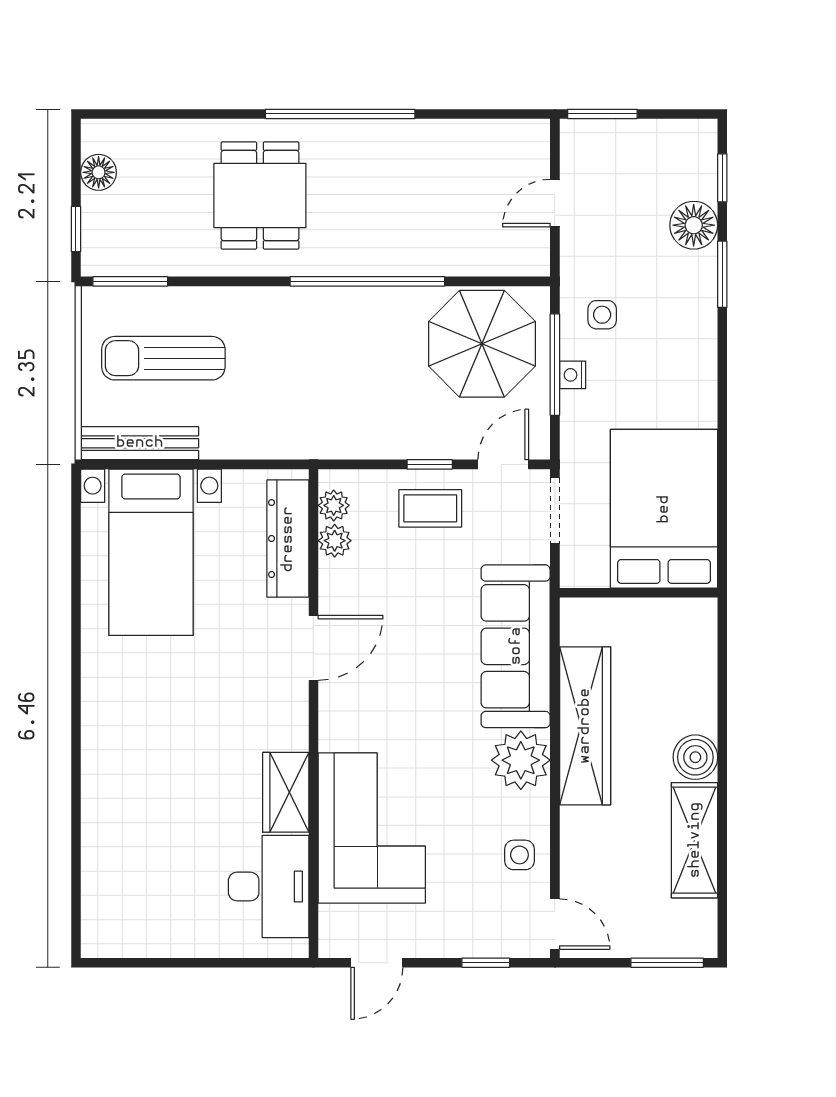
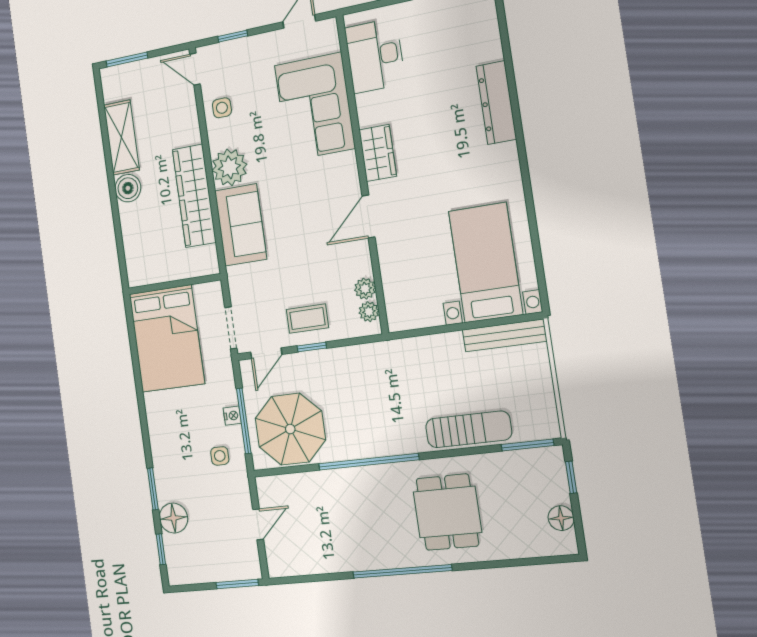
sun lounger: (163, 358) -> (468, 429), moved
dresser: (288, 539) -> (496, 103), moved, turned 180
sofa: (516, 646) -> (241, 225), width x0.73
wardrobe: (286, 792) -> (378, 153), moved

